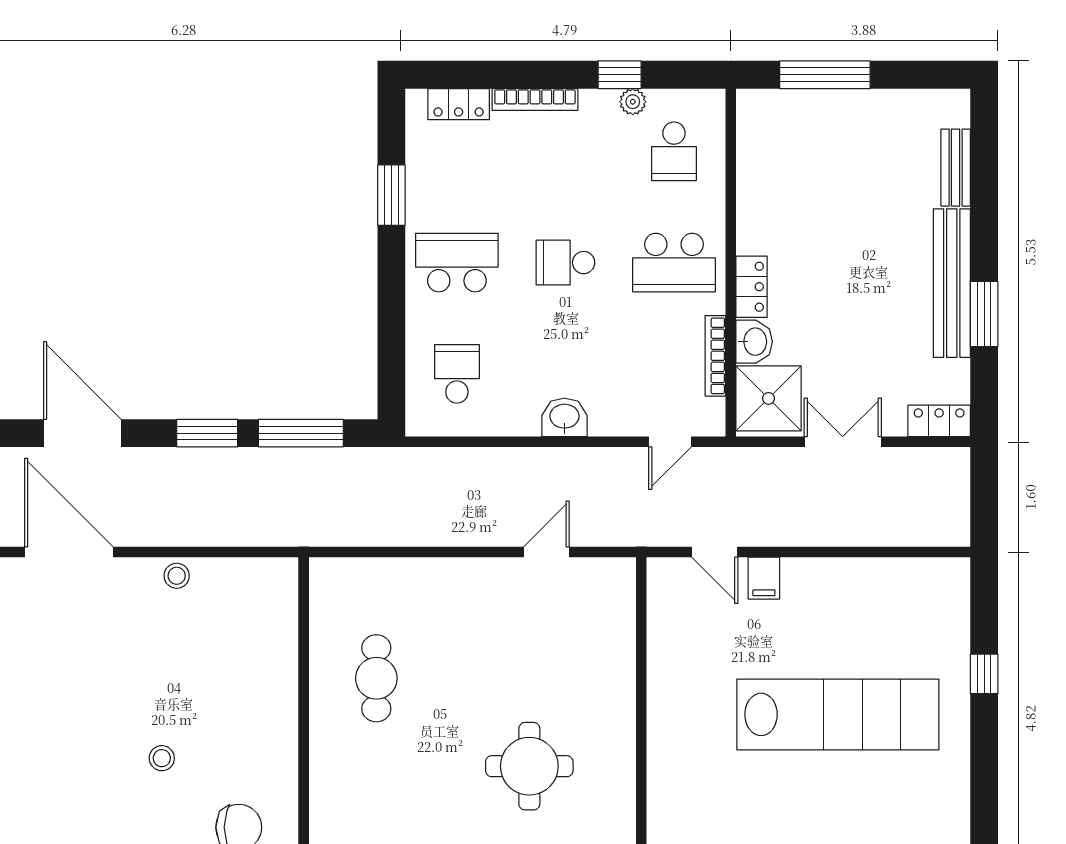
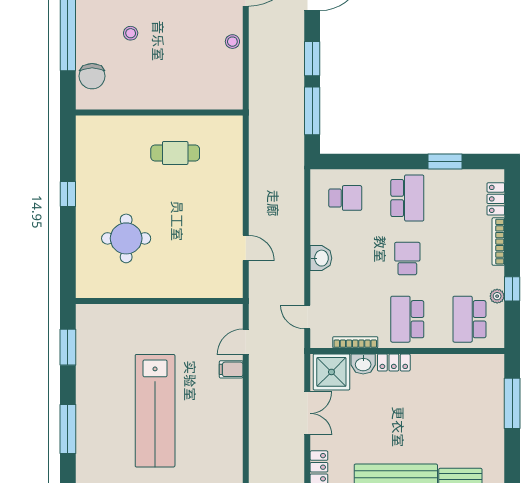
school desk: (674, 151) -> (469, 319), width x1.85

